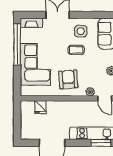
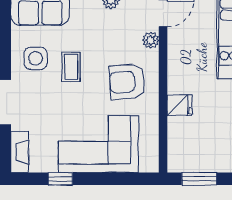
window: (17, 44) -> (60, 179), width x0.32
fridge: (40, 107) -> (180, 105), moved
window: (17, 117) -> (199, 179), added

